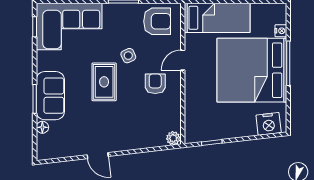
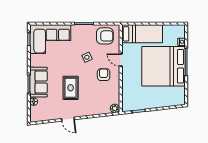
door: (183, 60) -> (121, 60), hinge flipped
rug: (104, 82) -> (71, 88), moved
nightstand: (269, 124) -> (174, 100), removed

